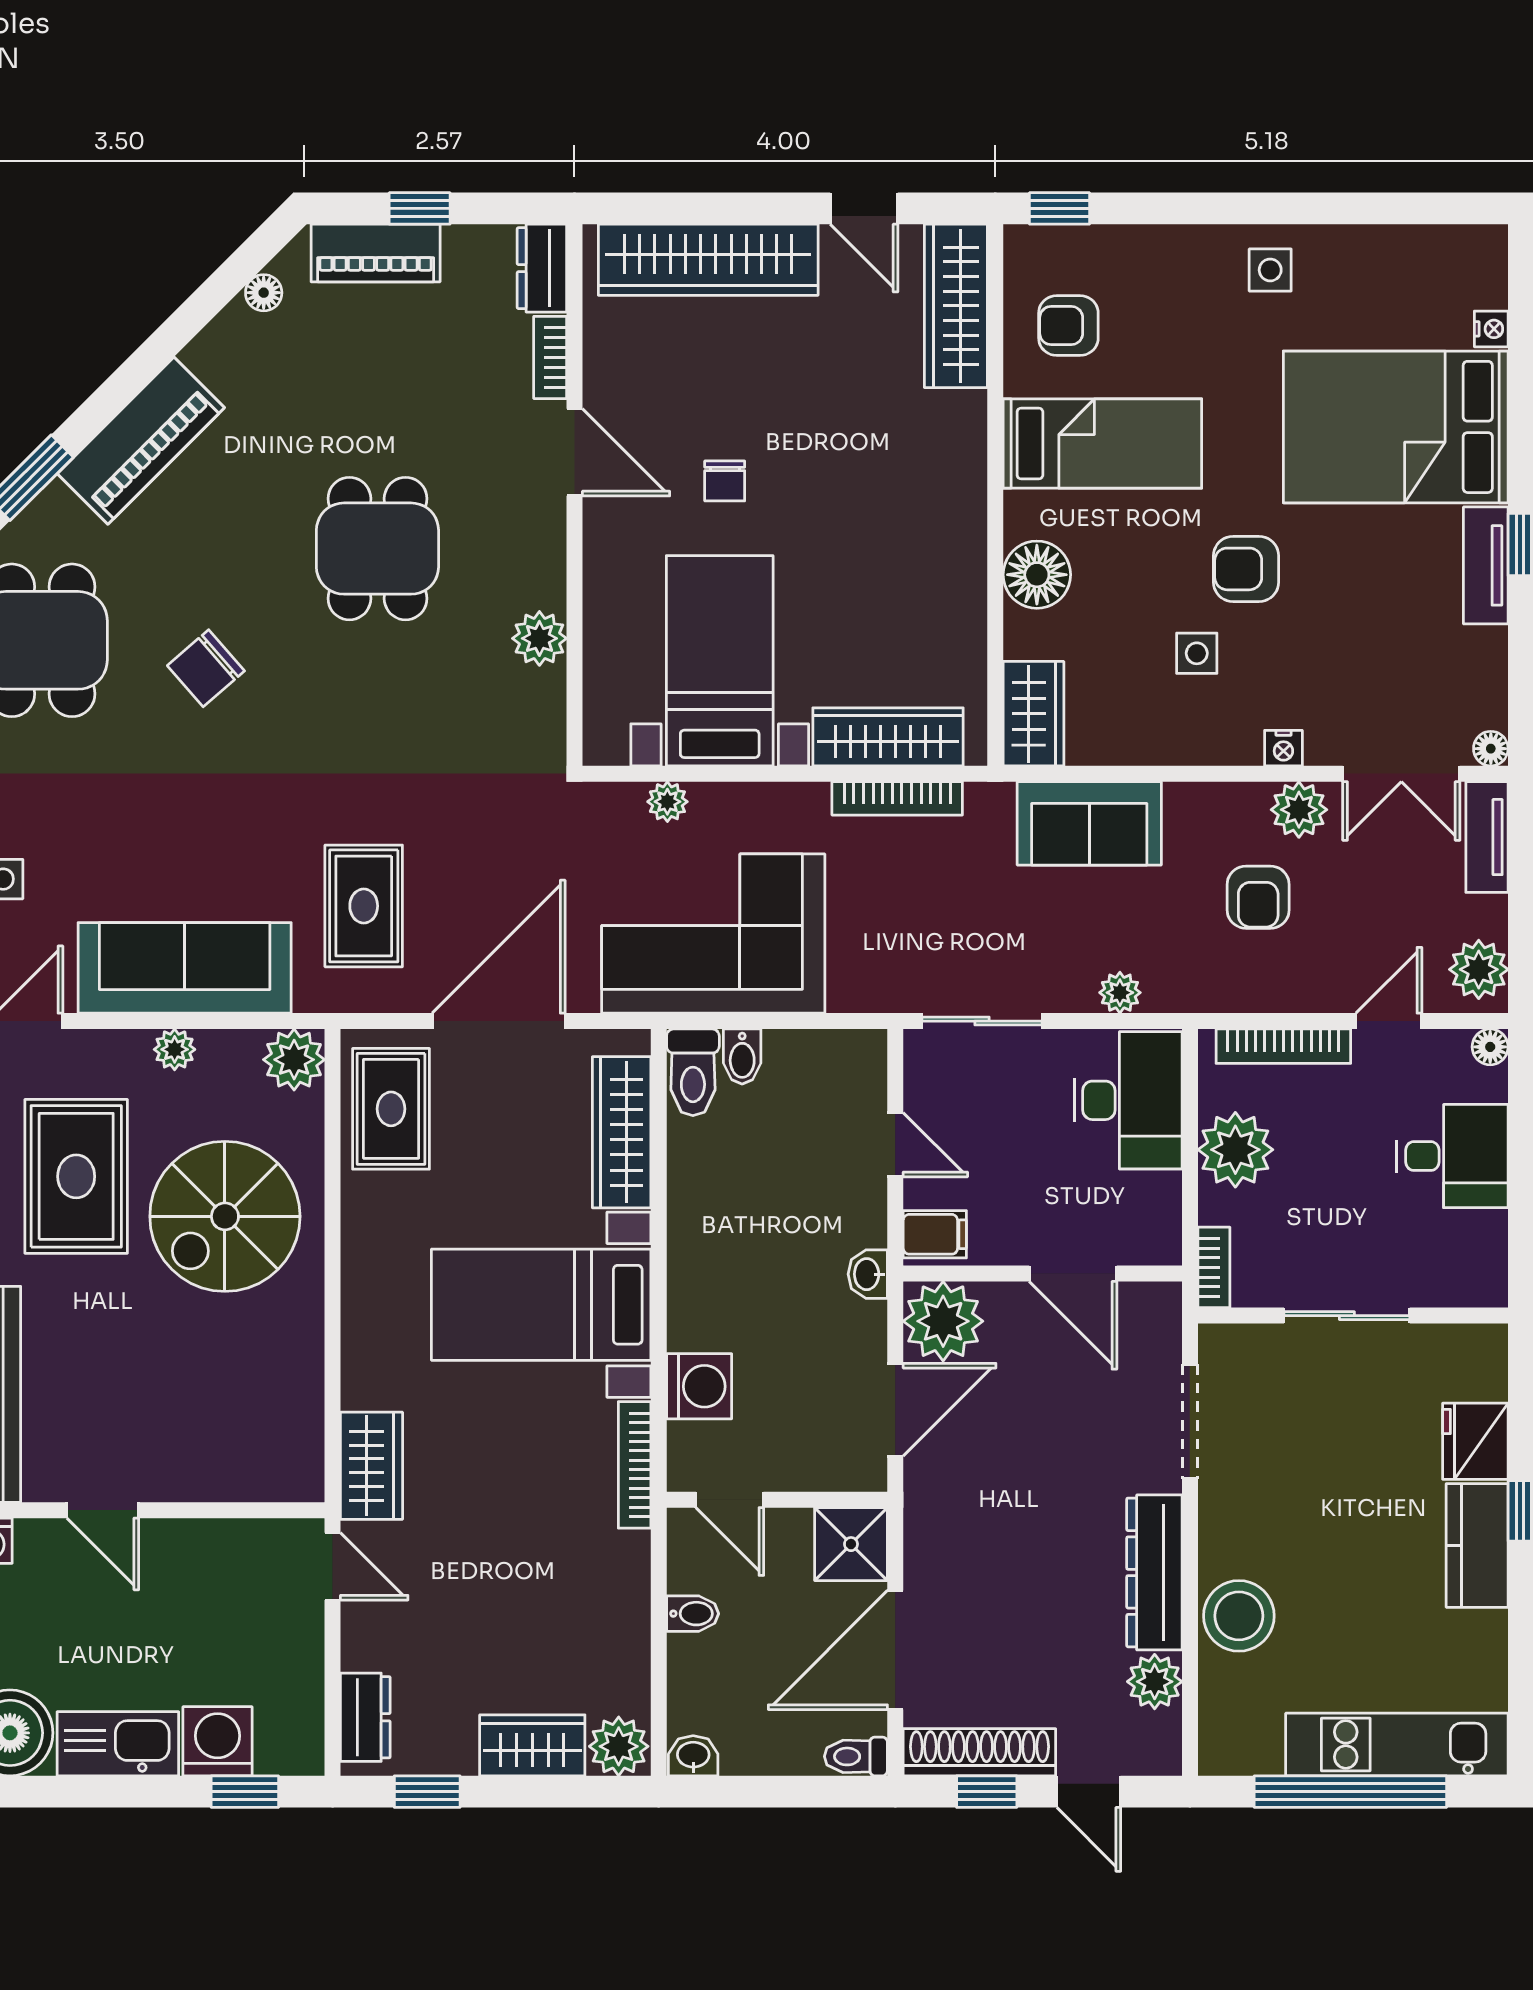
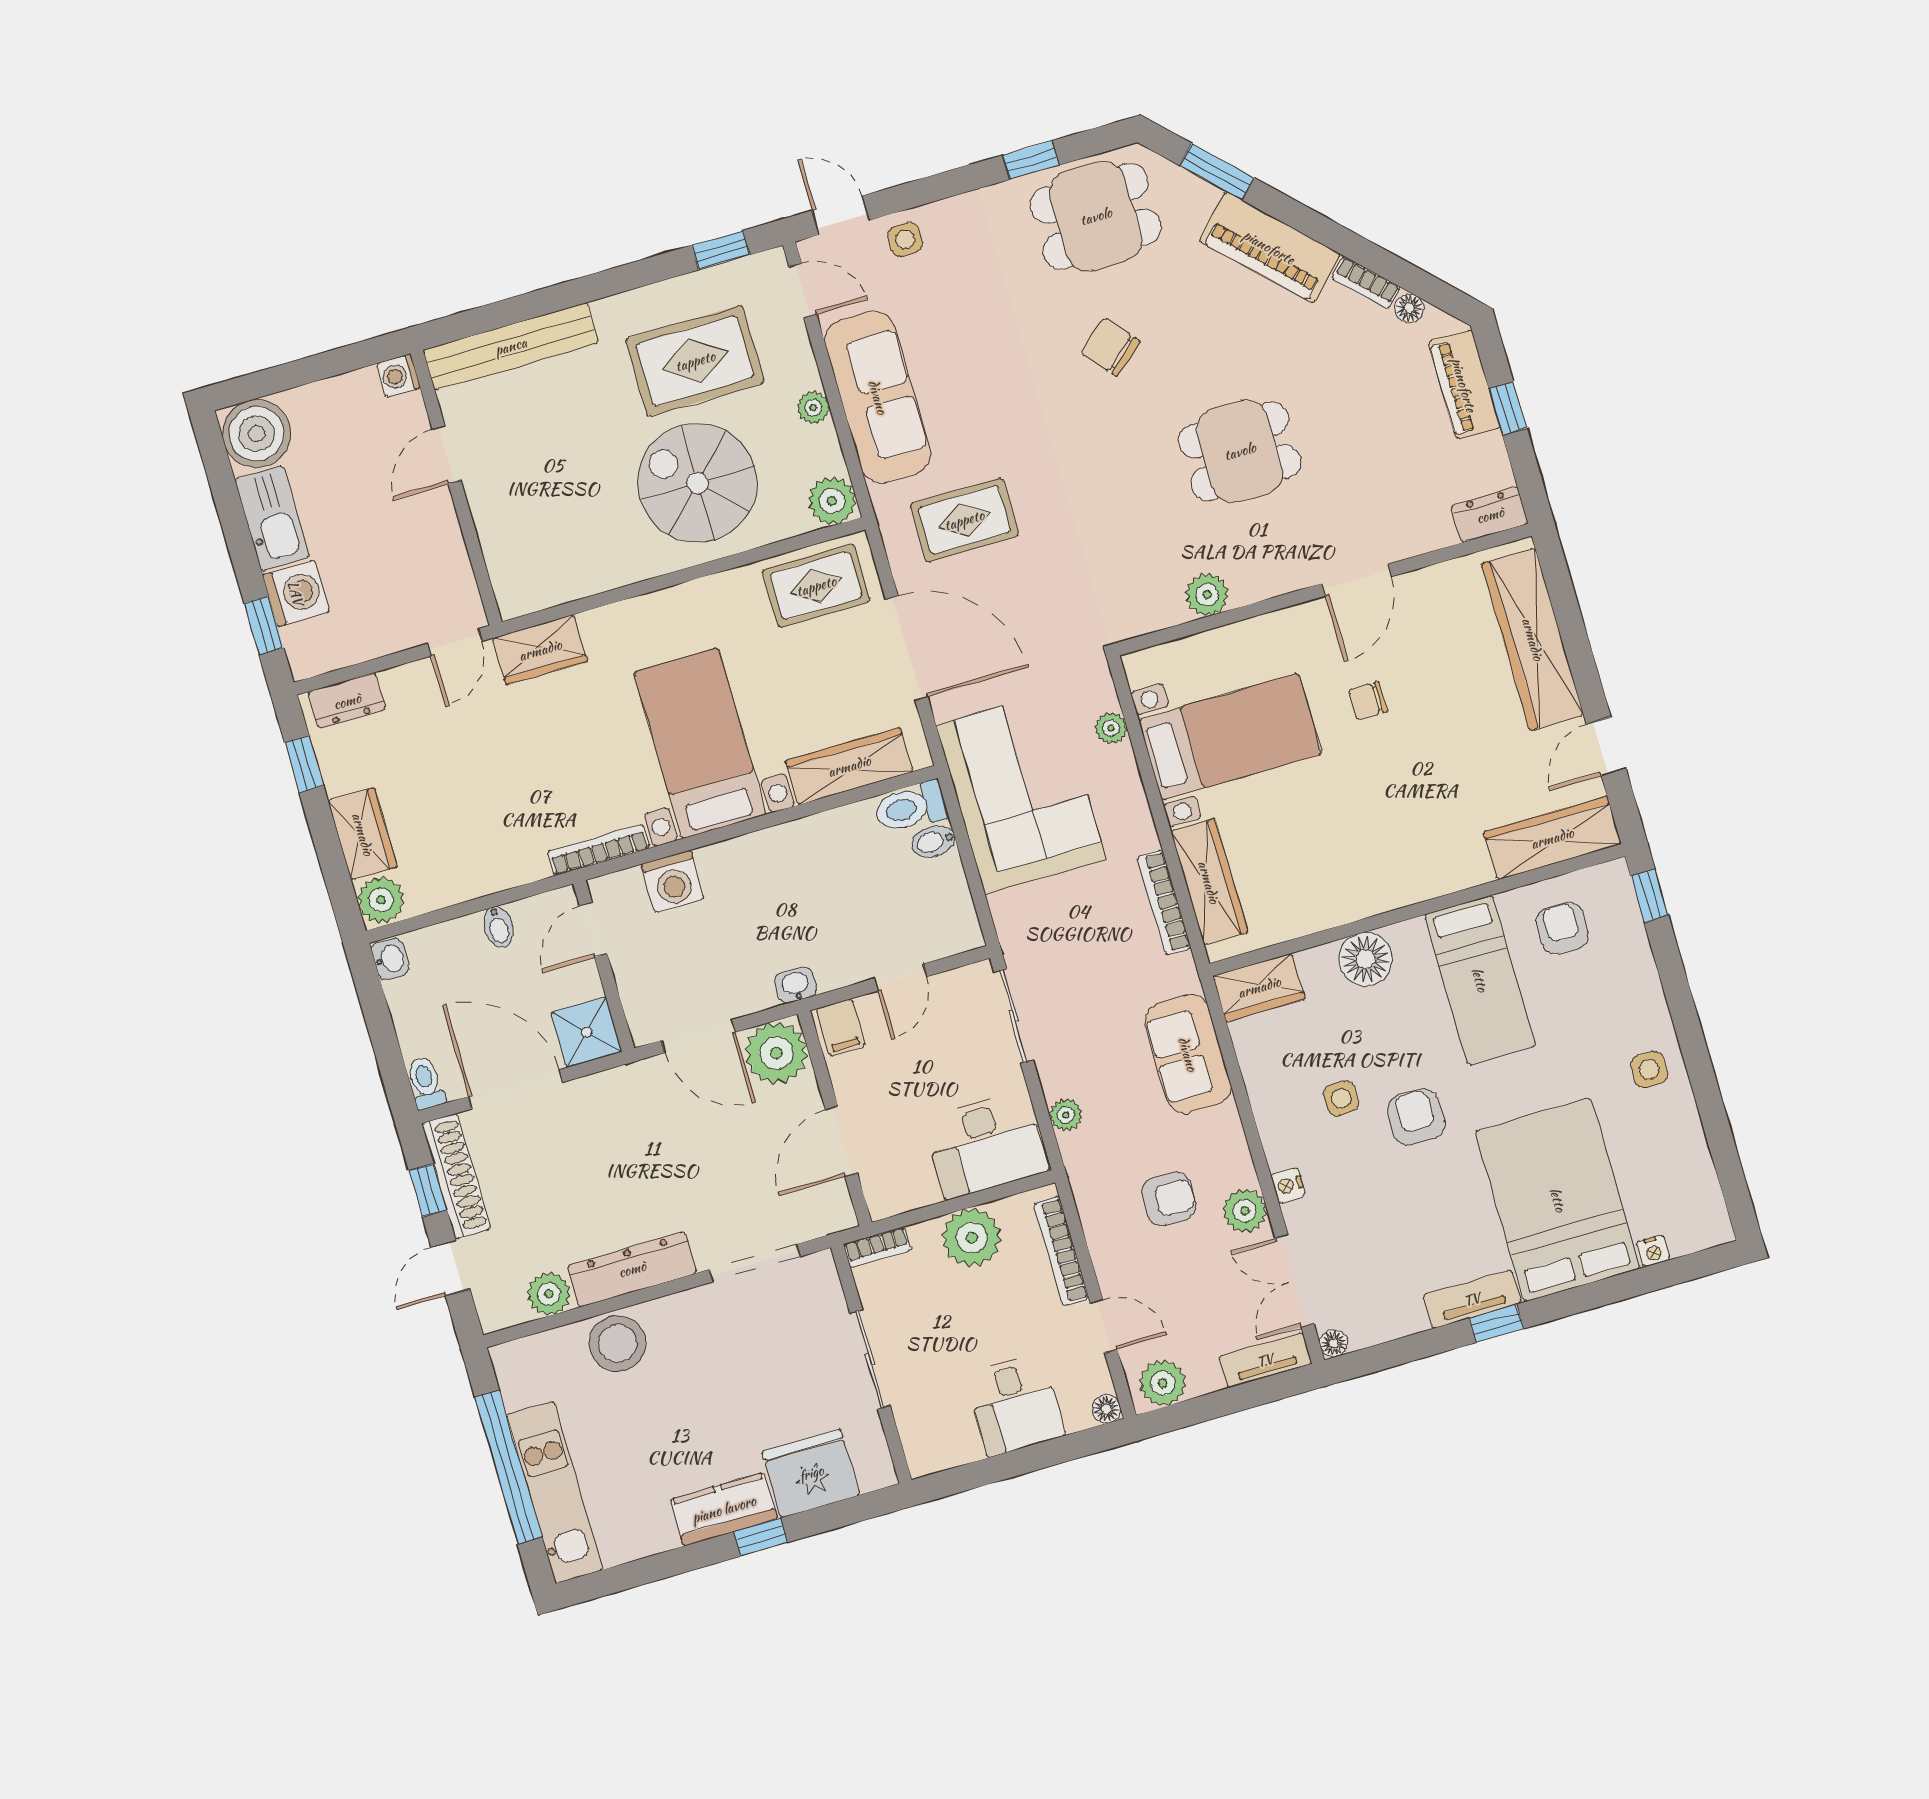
bookcase: (550, 357) -> (1366, 283), moved, turned -135
armchair: (1258, 897) -> (1169, 1199), turned 180
fridge: (1475, 1441) -> (811, 1473), width x1.36, depth x1.34

